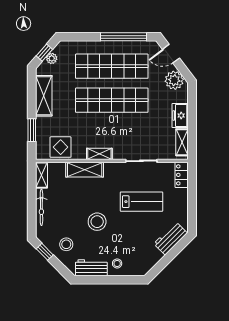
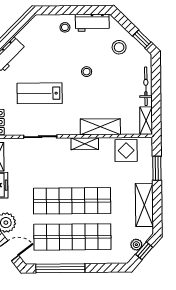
stool: (97, 222) -> (87, 72), width x0.53, depth x0.53

